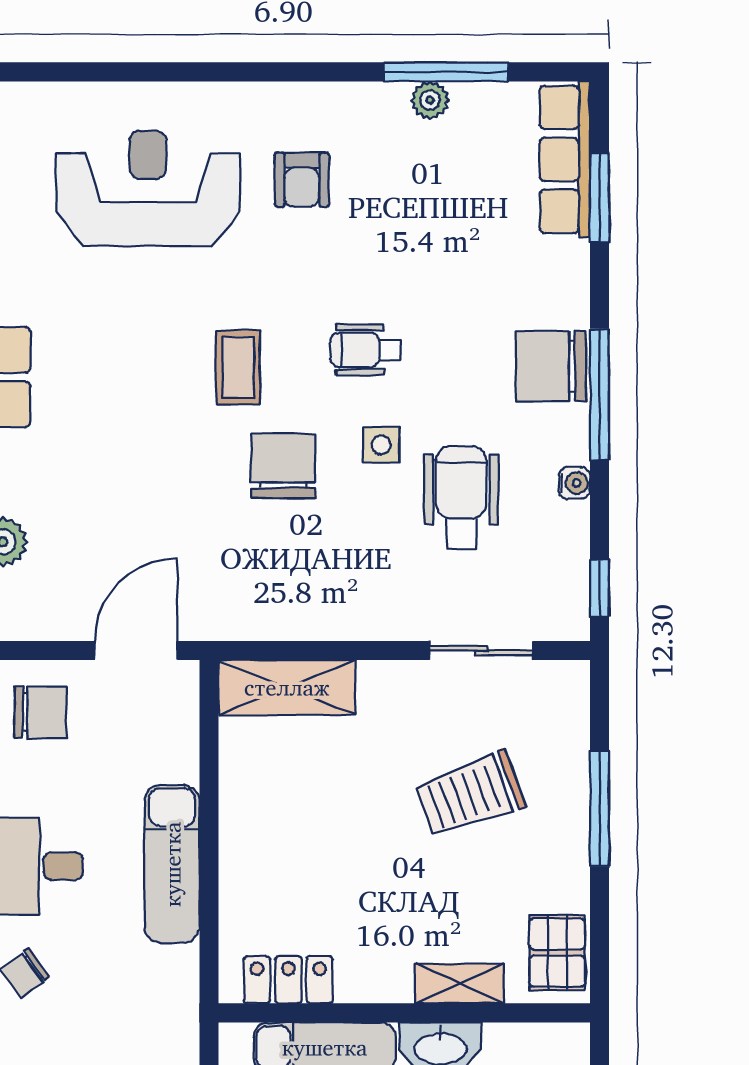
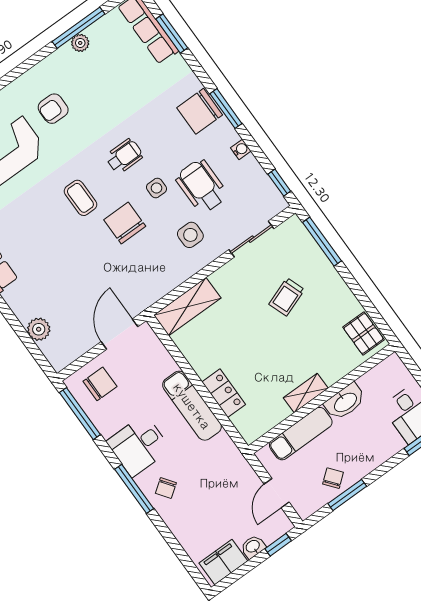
armchair: (302, 180) -> (53, 109), turned 90
wheelchair: (365, 350) -> (124, 156), turned 180
window: (600, 394) -> (226, 109), width x0.69
side table: (381, 568) -> (190, 235), added
trolley: (470, 794) -> (287, 297), width x0.73, depth x0.72
window: (600, 809) -> (322, 242), moved
locker: (288, 980) -> (224, 393), moved, turned 90
shelving: (459, 983) -> (306, 393), moved

